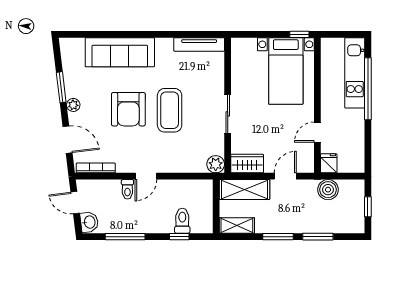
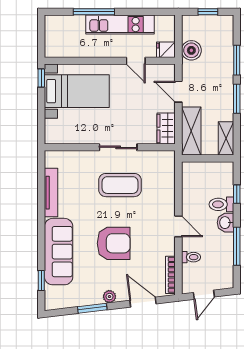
window: (90, 34) -> (41, 281), added
tv unit: (199, 44) -> (51, 193), moved
kitchen unit: (355, 73) -> (120, 25), moved
window: (368, 89) -> (94, 12), width x0.68
coffee table: (170, 110) -> (120, 185), moved
door: (68, 140) -> (143, 302), hinge flipped
plant: (216, 164) -> (167, 159), removed
toilet: (127, 189) -> (191, 257), moved
toilet: (182, 221) -> (221, 204), moved
washbasin: (89, 222) -> (225, 223), moved, turned -83

